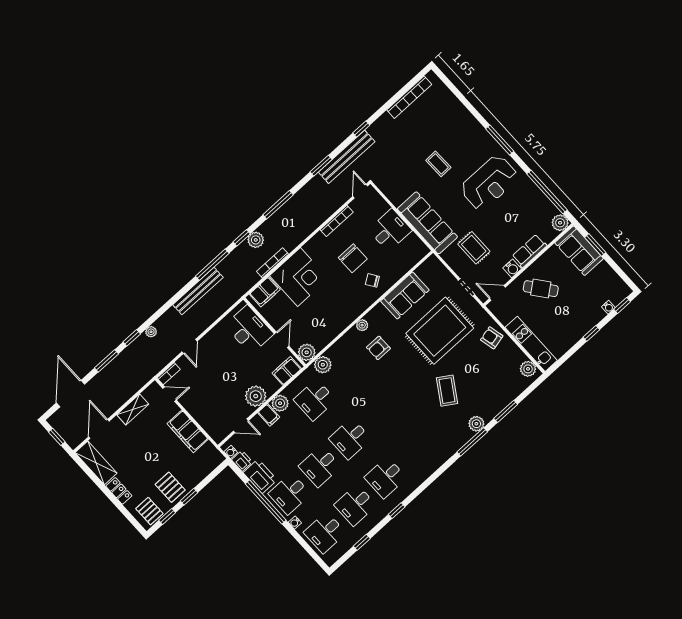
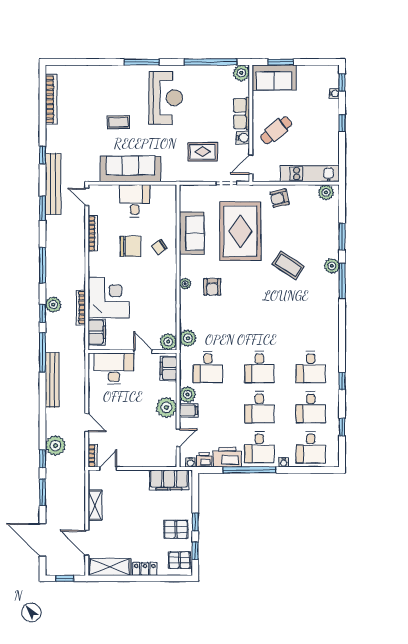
sofa: (427, 223) -> (131, 169), moved
plant: (151, 332) -> (55, 446), width x1.87, depth x1.87
filing cabinet: (188, 431) -> (169, 480), moved

